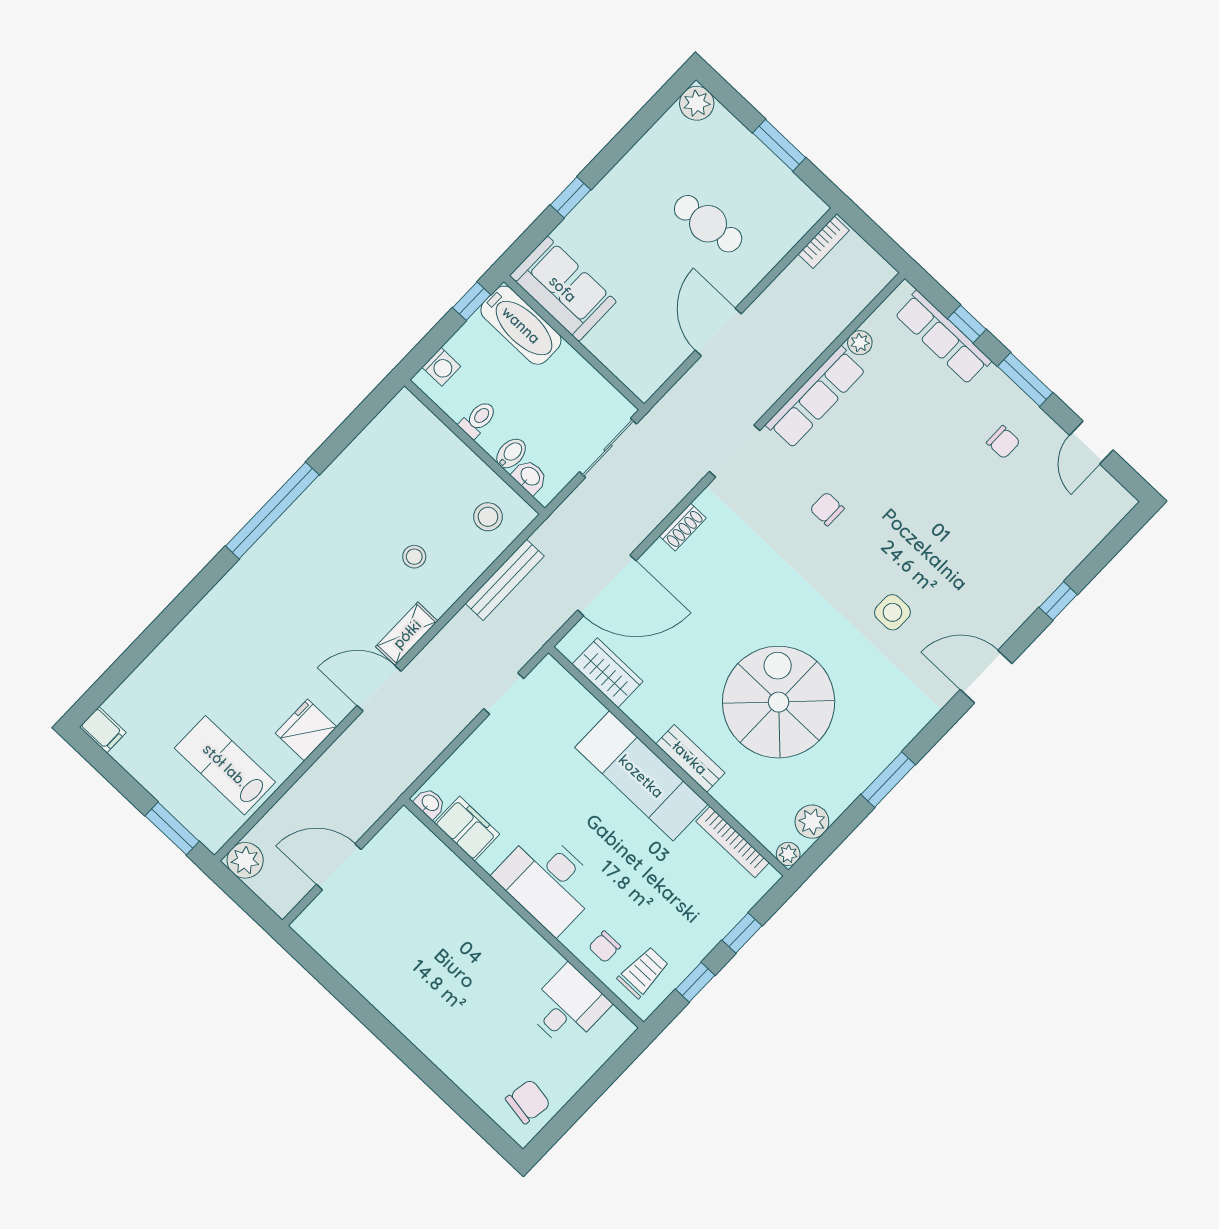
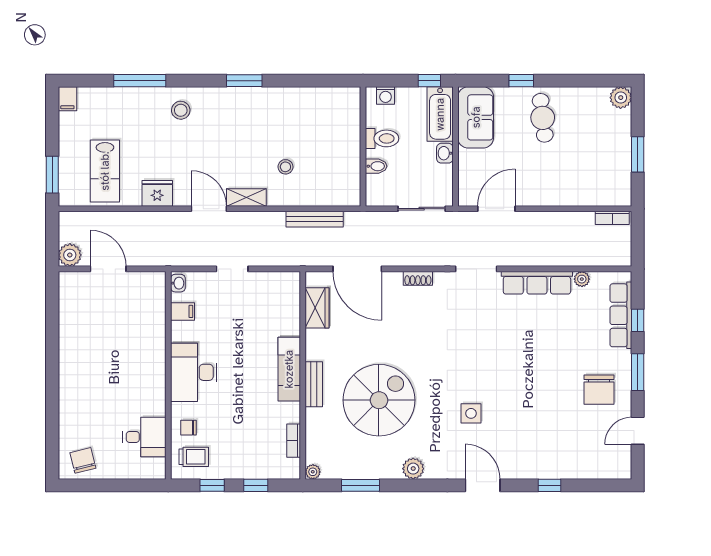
cafe table: (708, 224) -> (543, 118), moved
door: (718, 332) -> (496, 209), moved
toilet: (478, 419) -> (382, 138), width x1.37, depth x1.39
chair: (1003, 442) -> (599, 390), width x1.87, depth x1.87
washbasin: (530, 477) -> (445, 153), moved, turned 180
chair: (827, 509) -> (490, 337), removed
window: (272, 510) -> (244, 81), width x0.47
stool: (488, 517) -> (181, 110), moved
window: (160, 629) -> (140, 81), added
doorway: (504, 694) -> (232, 269), moved
lab bench: (225, 765) -> (105, 171), turned 180
exam couch: (641, 776) -> (289, 369), width x0.73, depth x0.69
window: (888, 780) -> (360, 485), moved
plant: (812, 822) -> (413, 469), moved
filing cabinet: (467, 828) -> (183, 311), width x0.50
bookcase: (732, 842) -> (294, 441), width x0.64
plant: (245, 860) -> (70, 255), moved
chair: (528, 1102) -> (83, 460), turned -113

